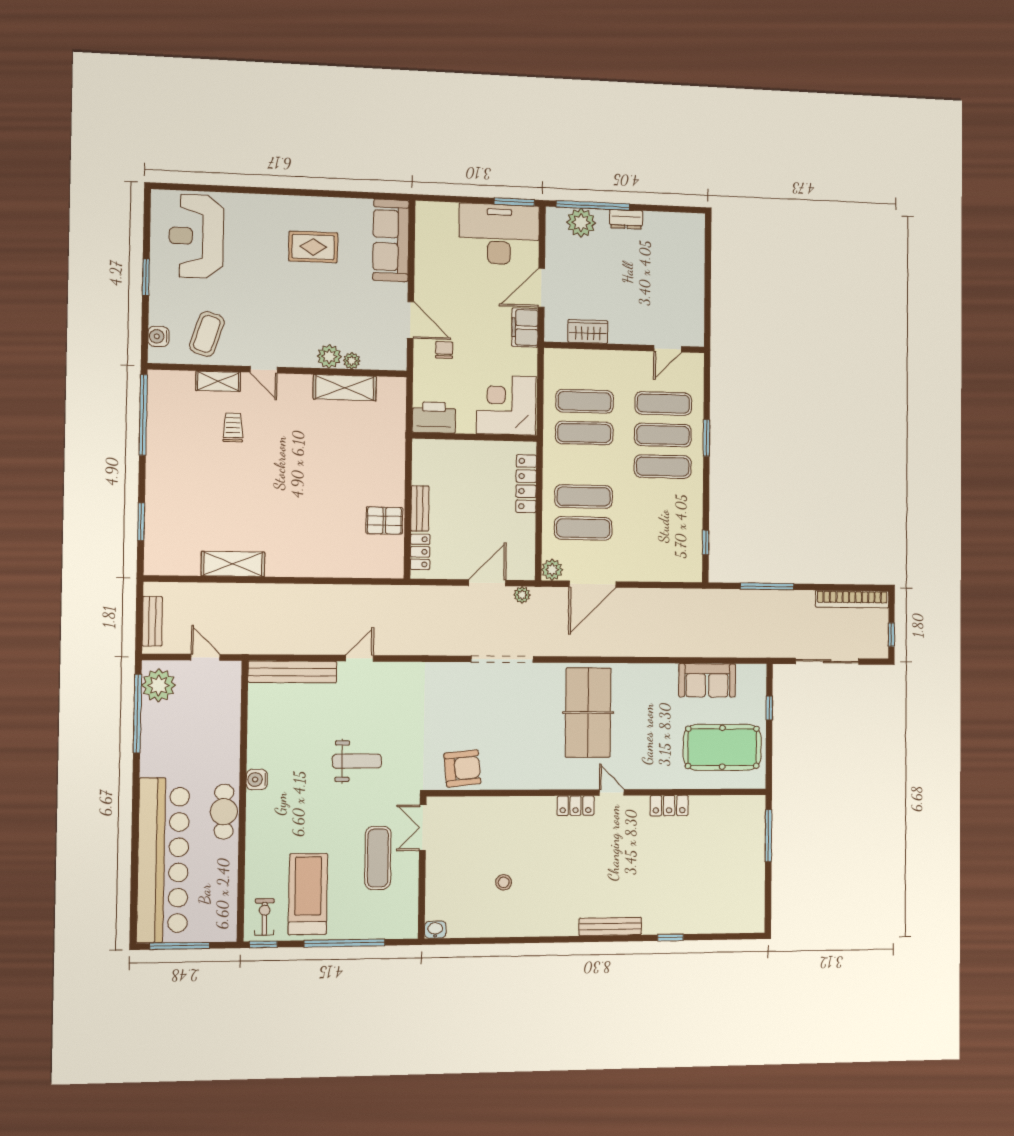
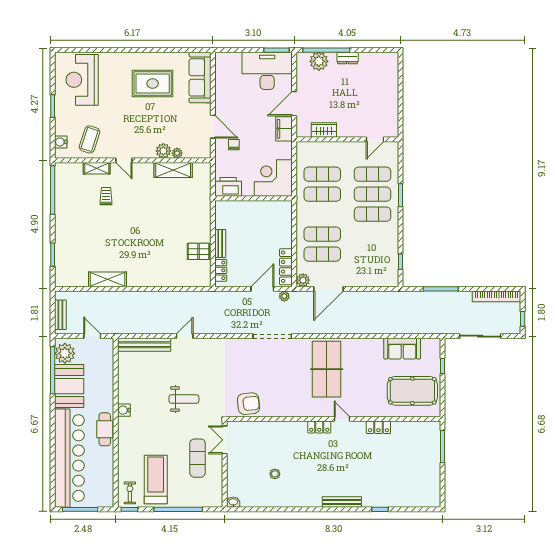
rug: (313, 247) -> (153, 83), width x1.36, depth x1.43
locker: (526, 484) -> (286, 267), moved
booth: (165, 740) -> (69, 386), added

